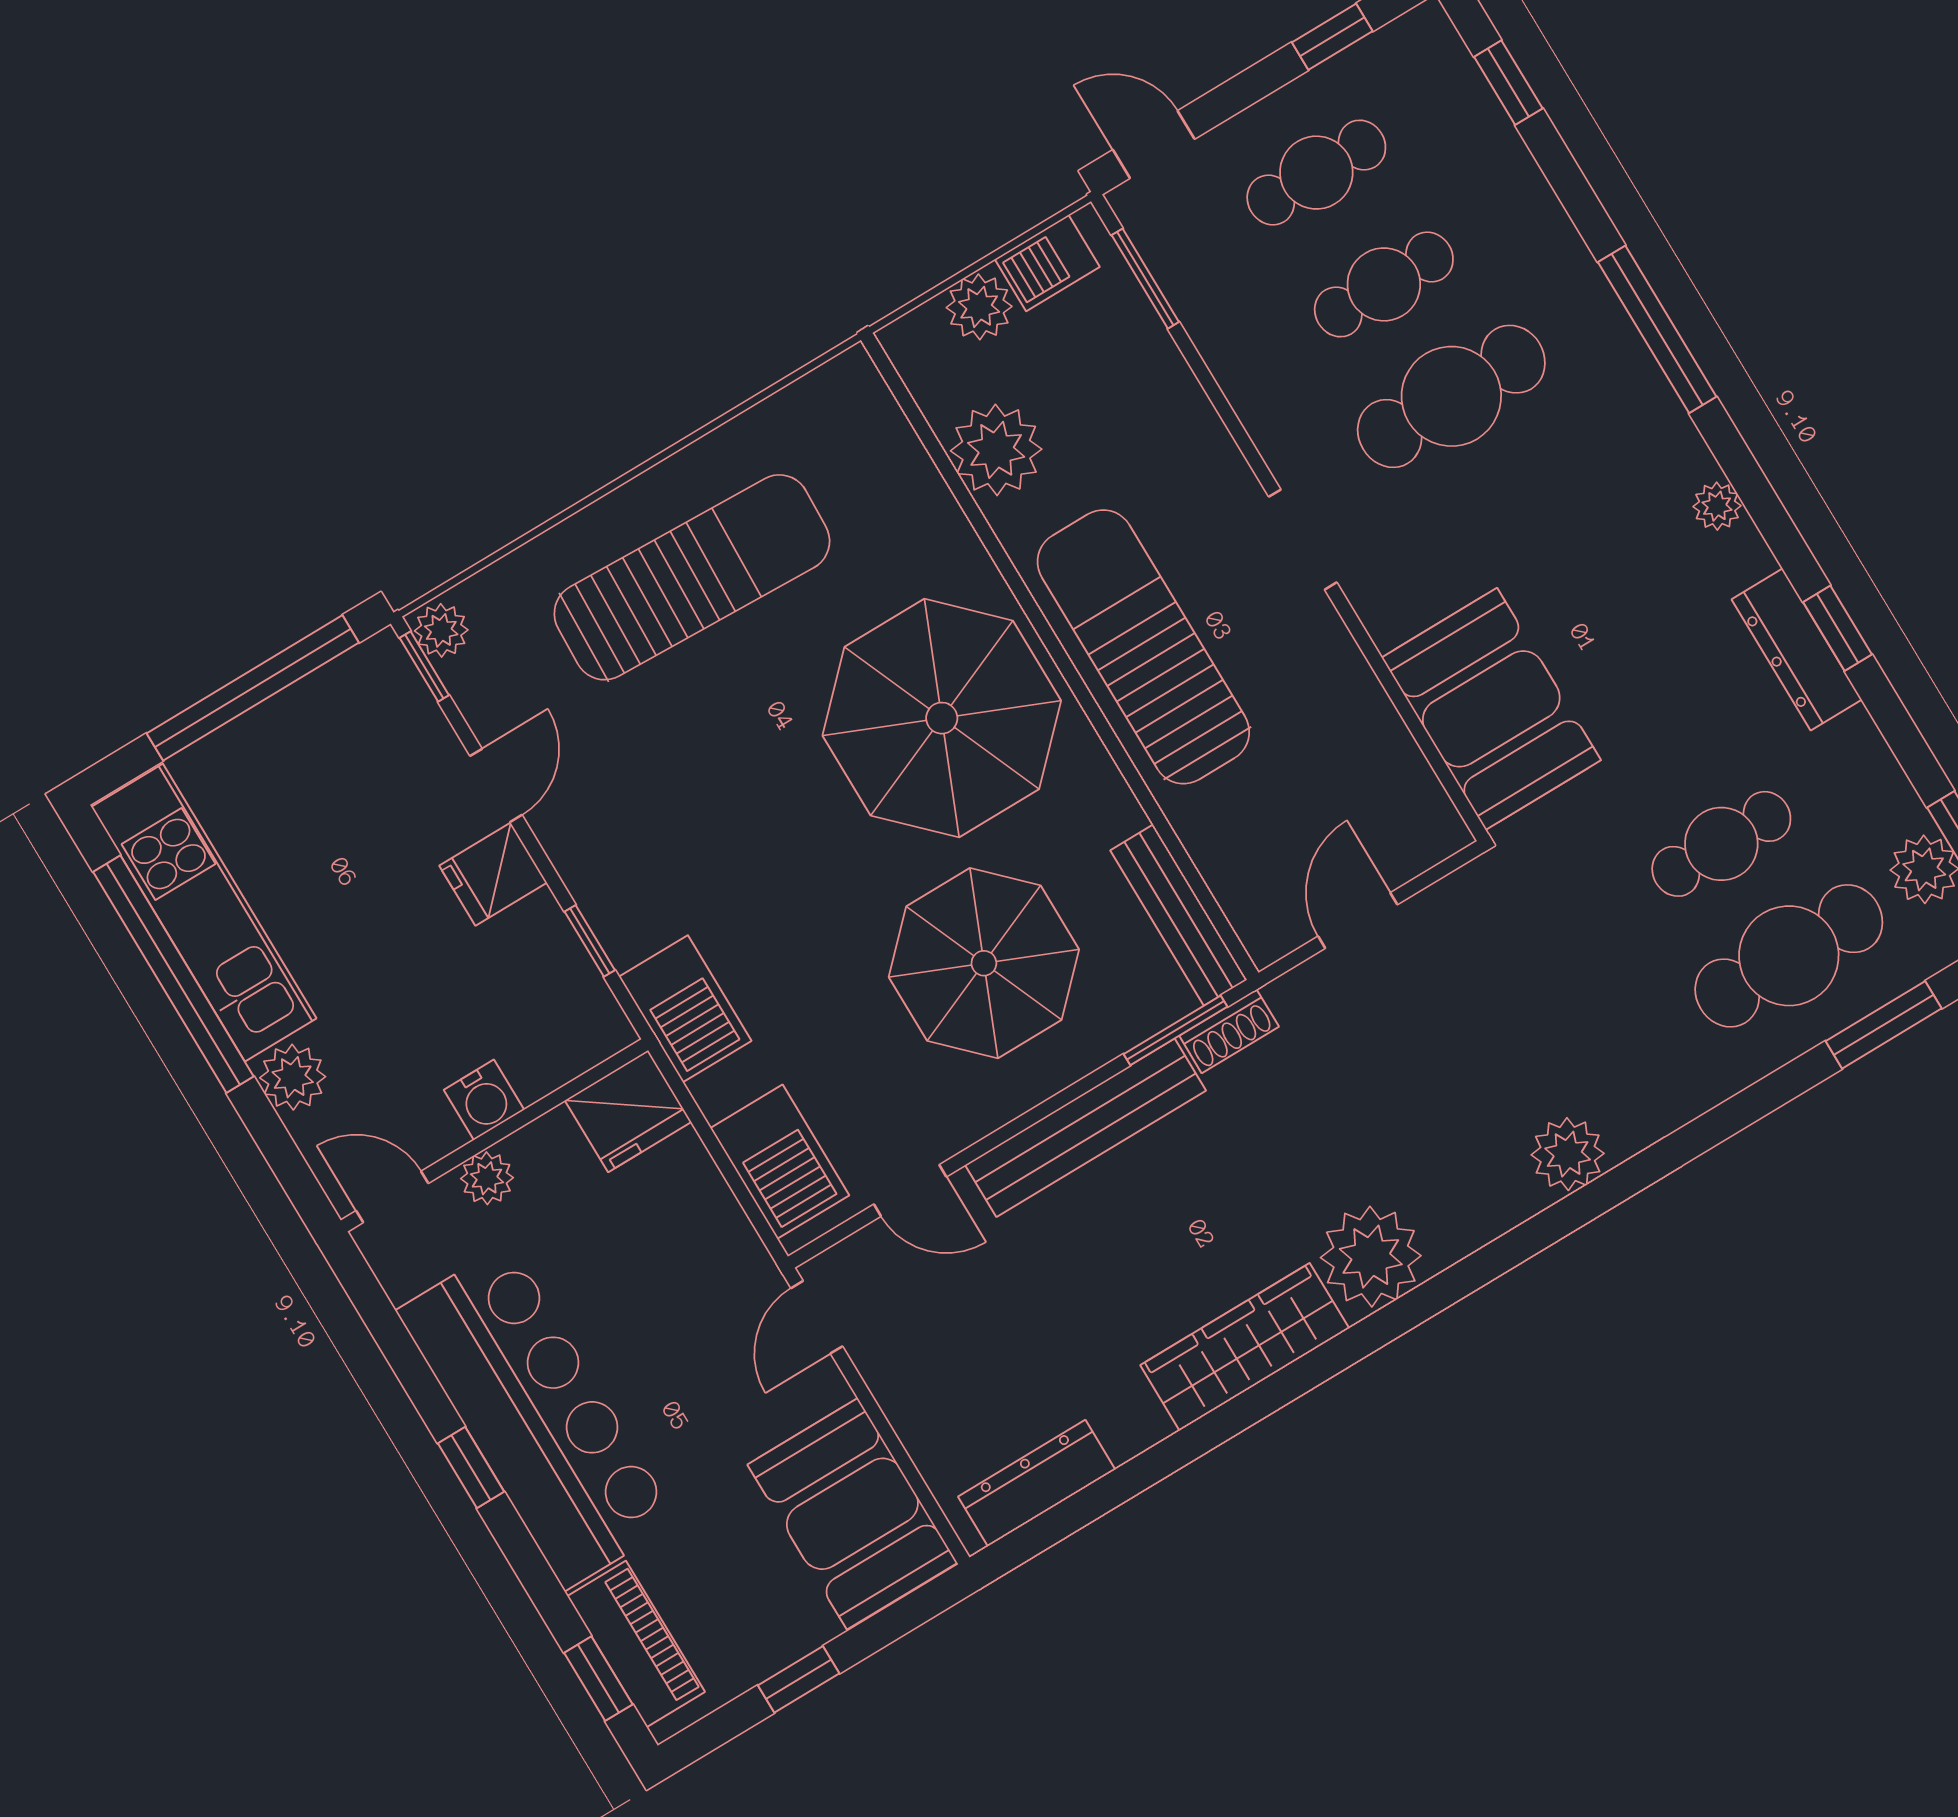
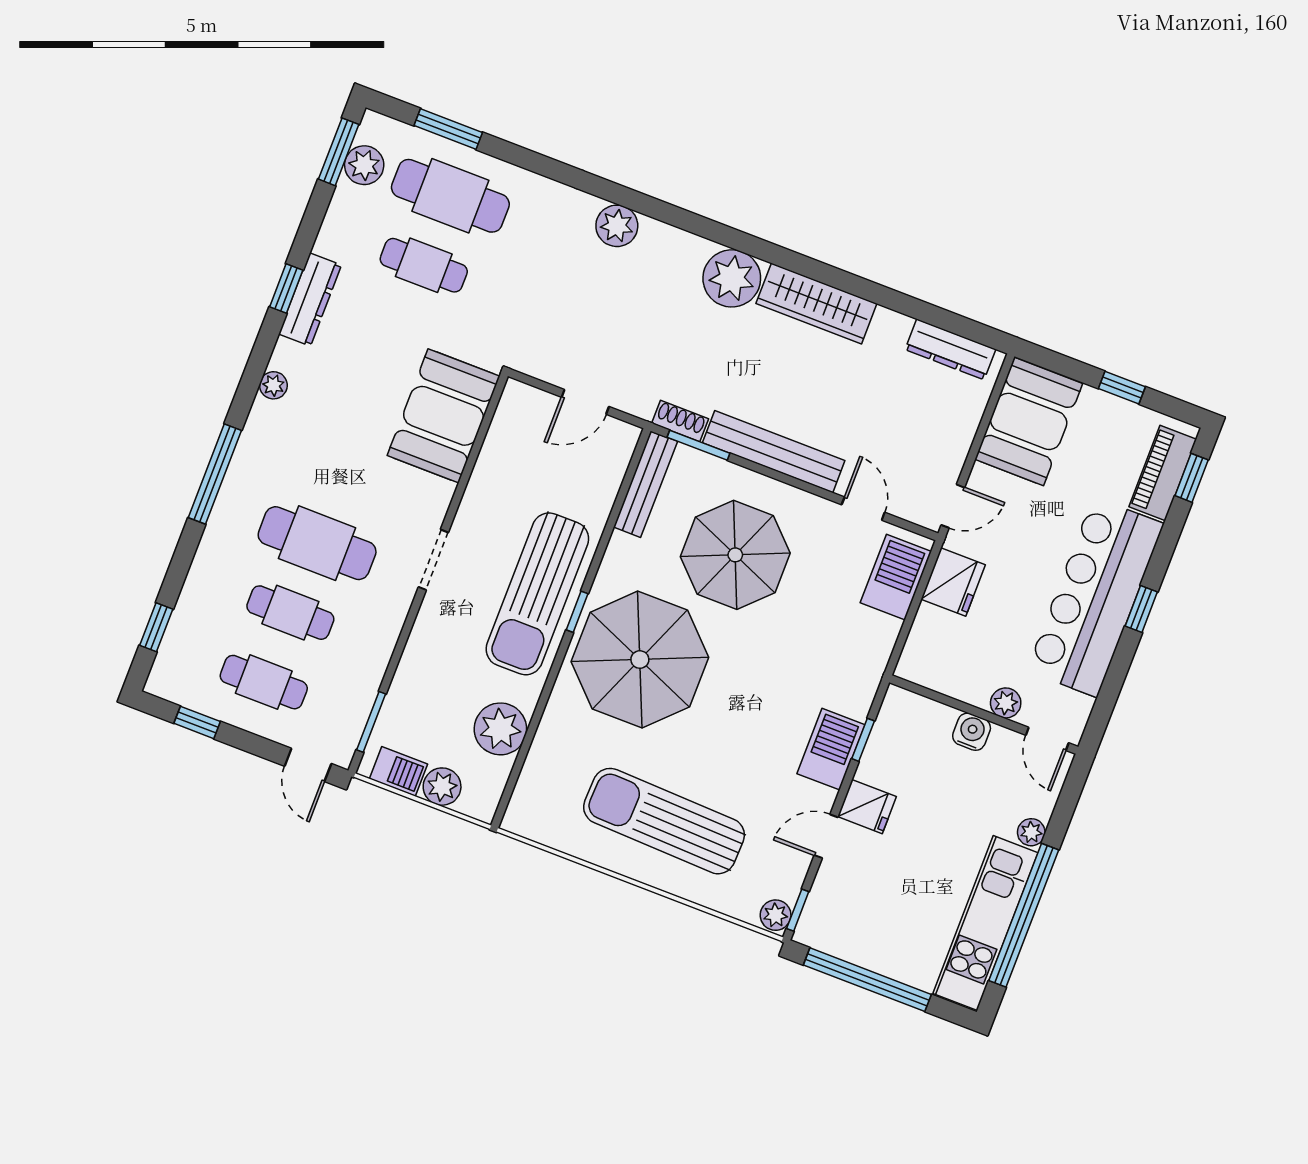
window: (1076, 683) -> (577, 612), added
barbecue: (685, 1009) -> (831, 749), moved
plant: (293, 1077) -> (1031, 832), width x0.73, depth x0.73
fridge: (628, 1111) -> (953, 582), moved, turned 90

